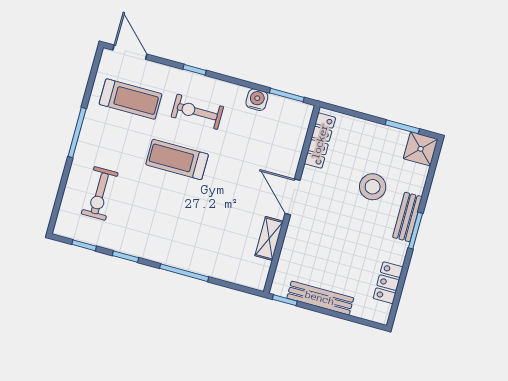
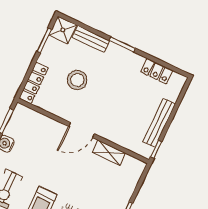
locker: (320, 141) -> (34, 83), moved, turned 90
stool: (373, 187) -> (77, 80), moved
bench: (407, 217) -> (91, 39), moved

